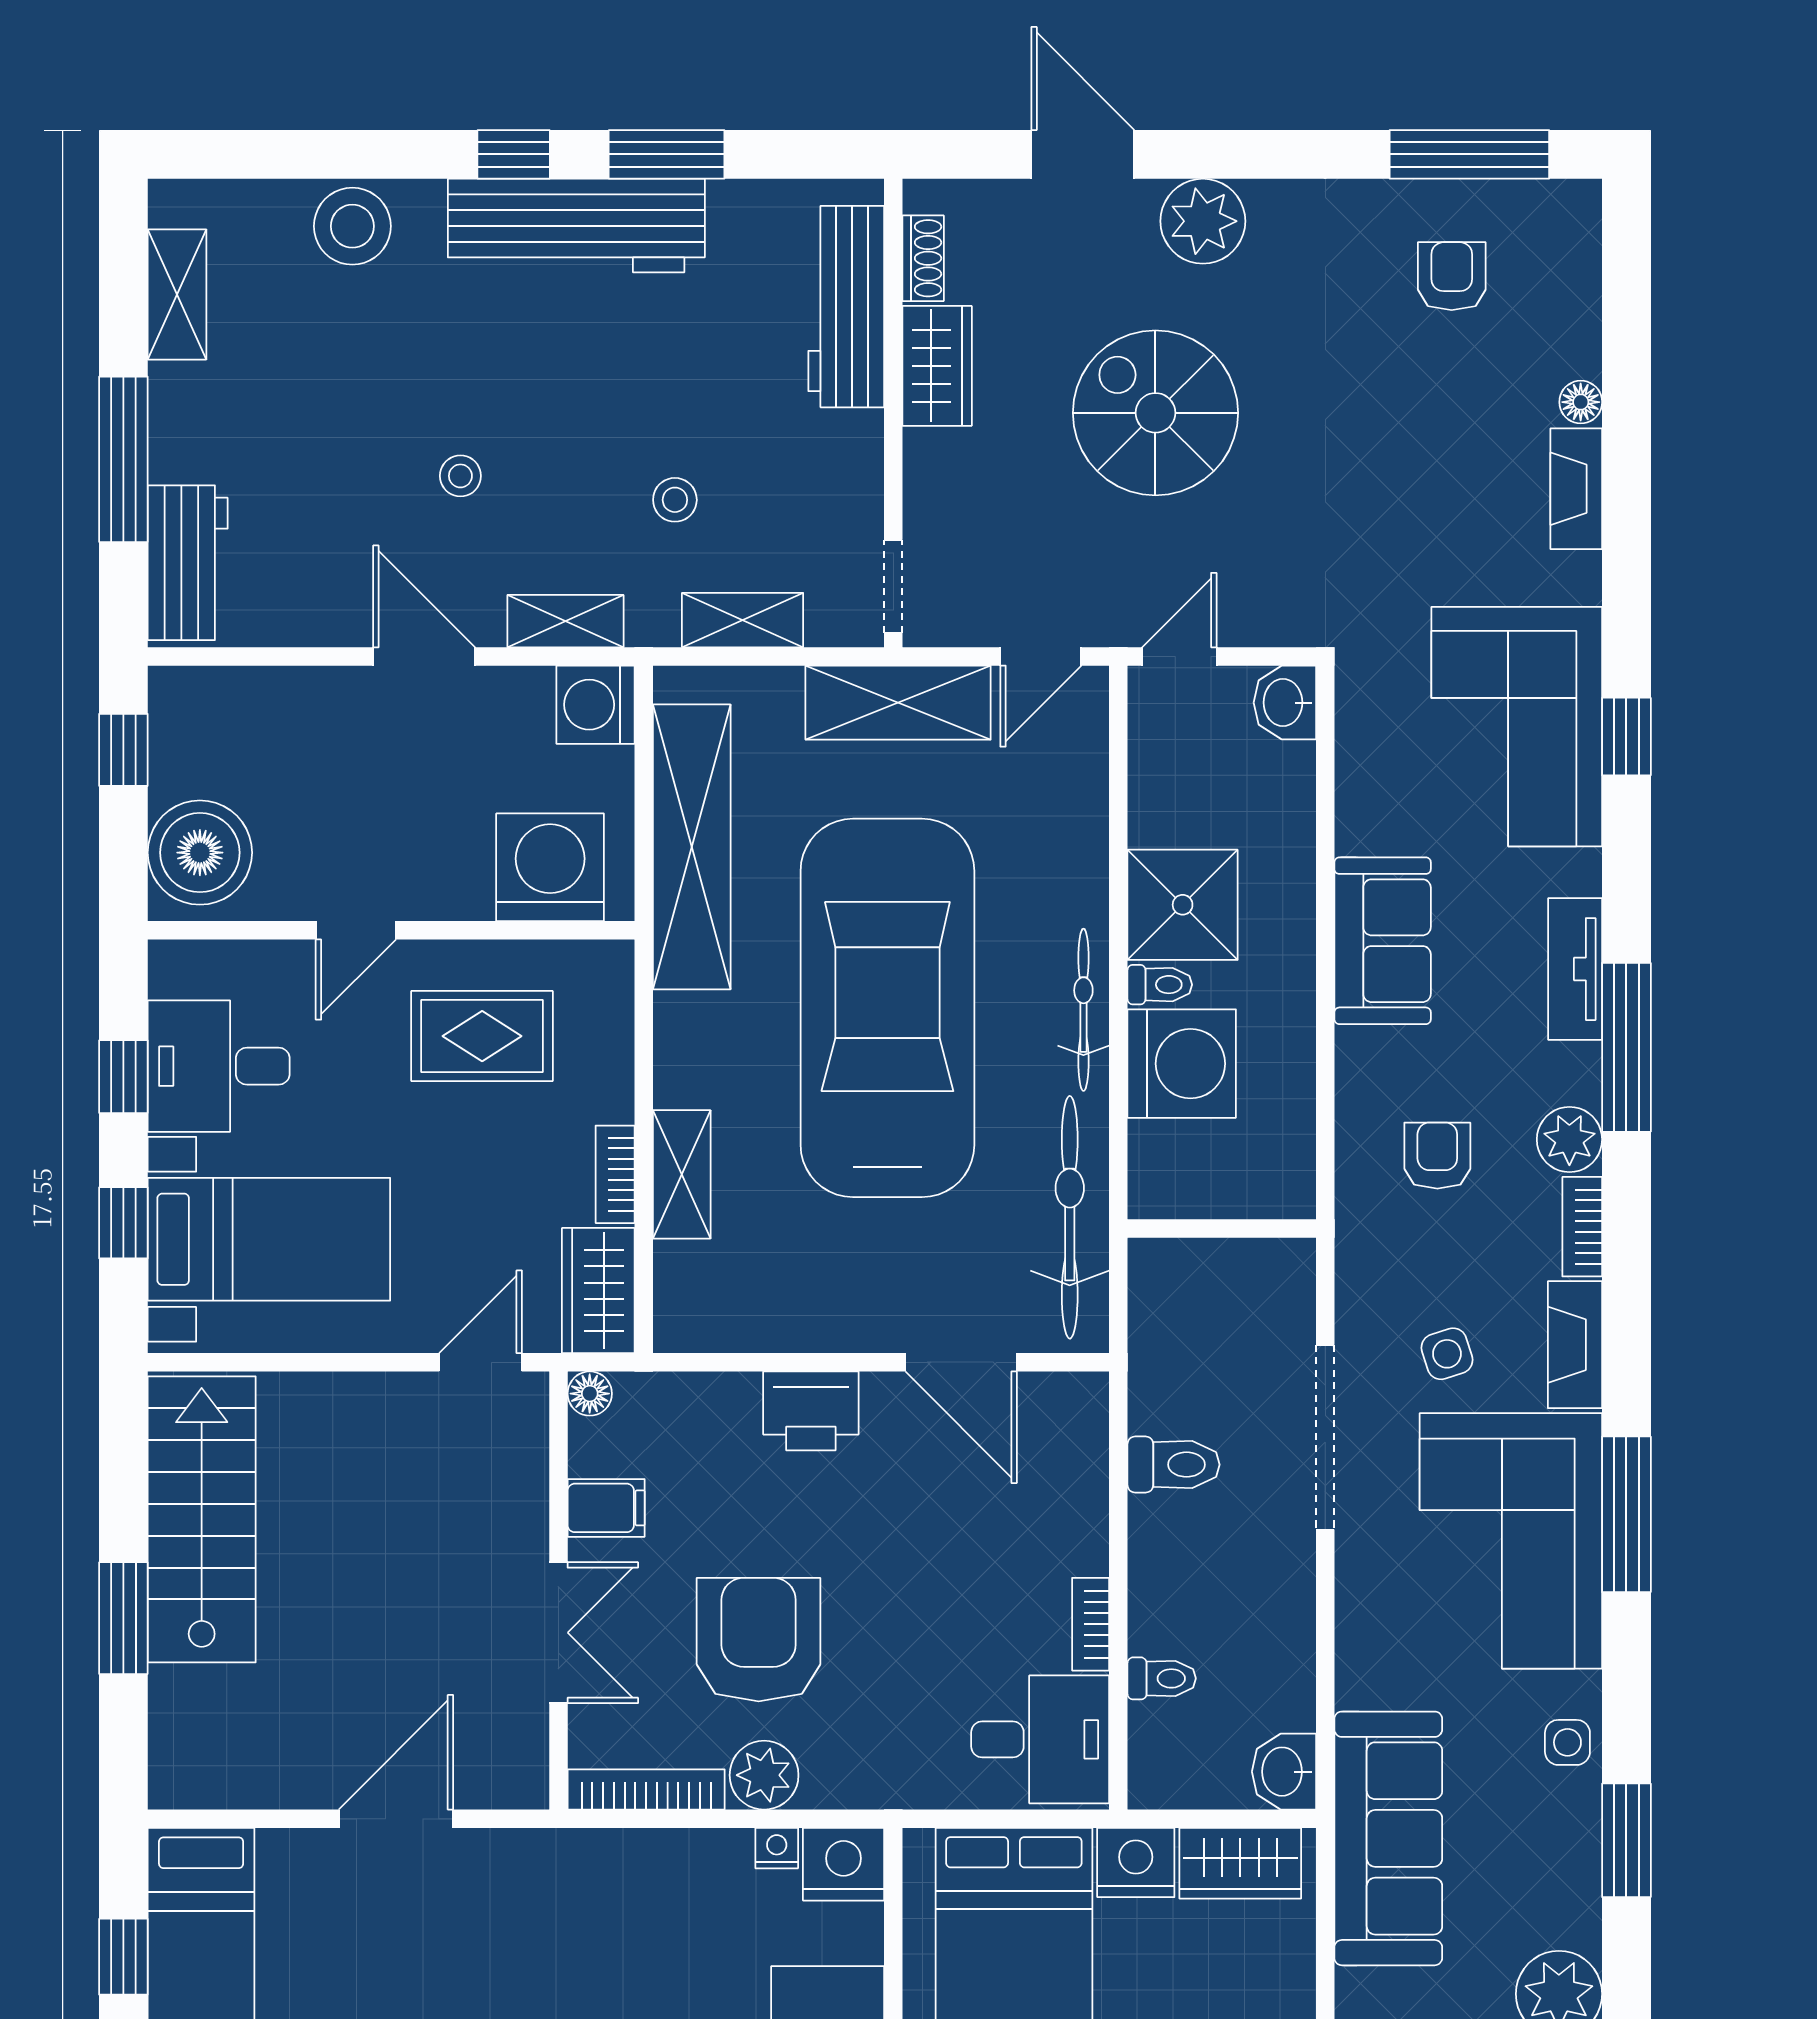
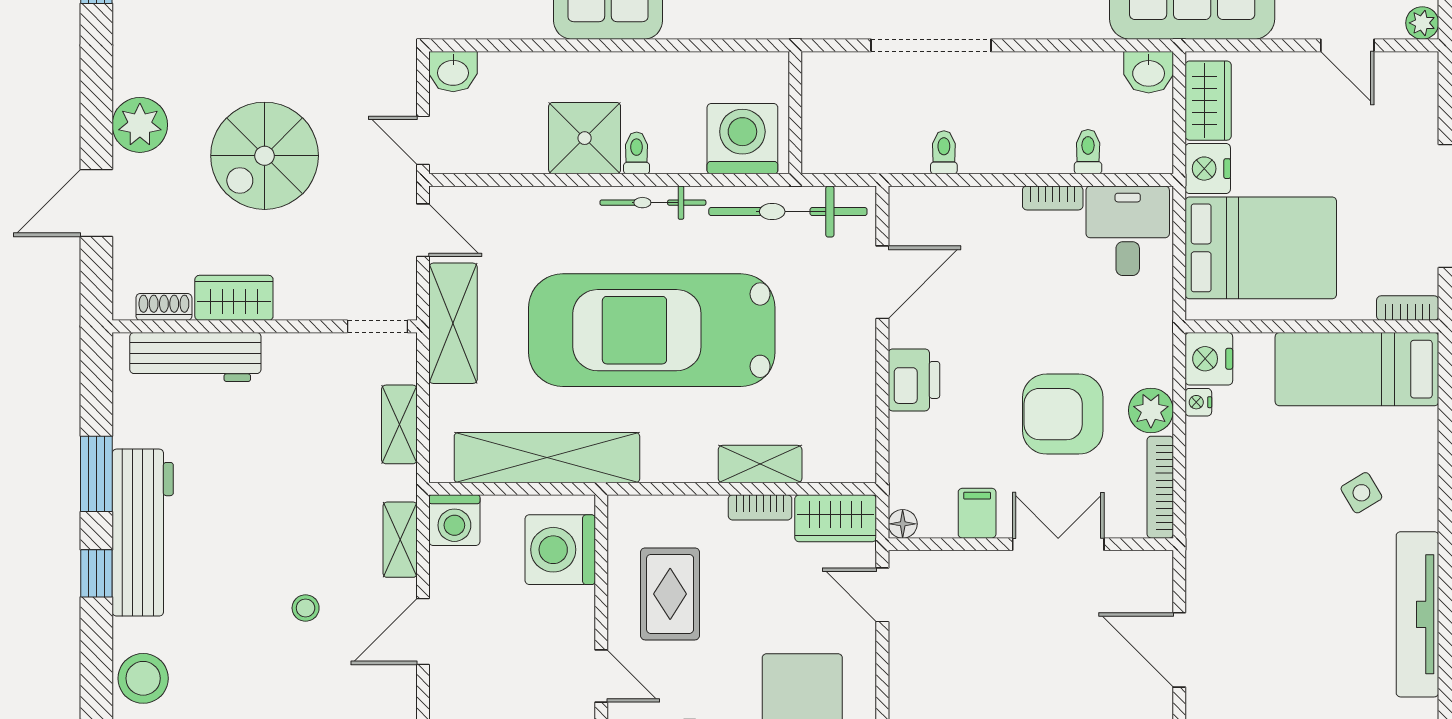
stool: (675, 500) -> (321, 468), removed
washing machine: (1182, 1064) -> (742, 139), moved
toilet: (1174, 1465) -> (944, 152), width x0.73, depth x0.72

